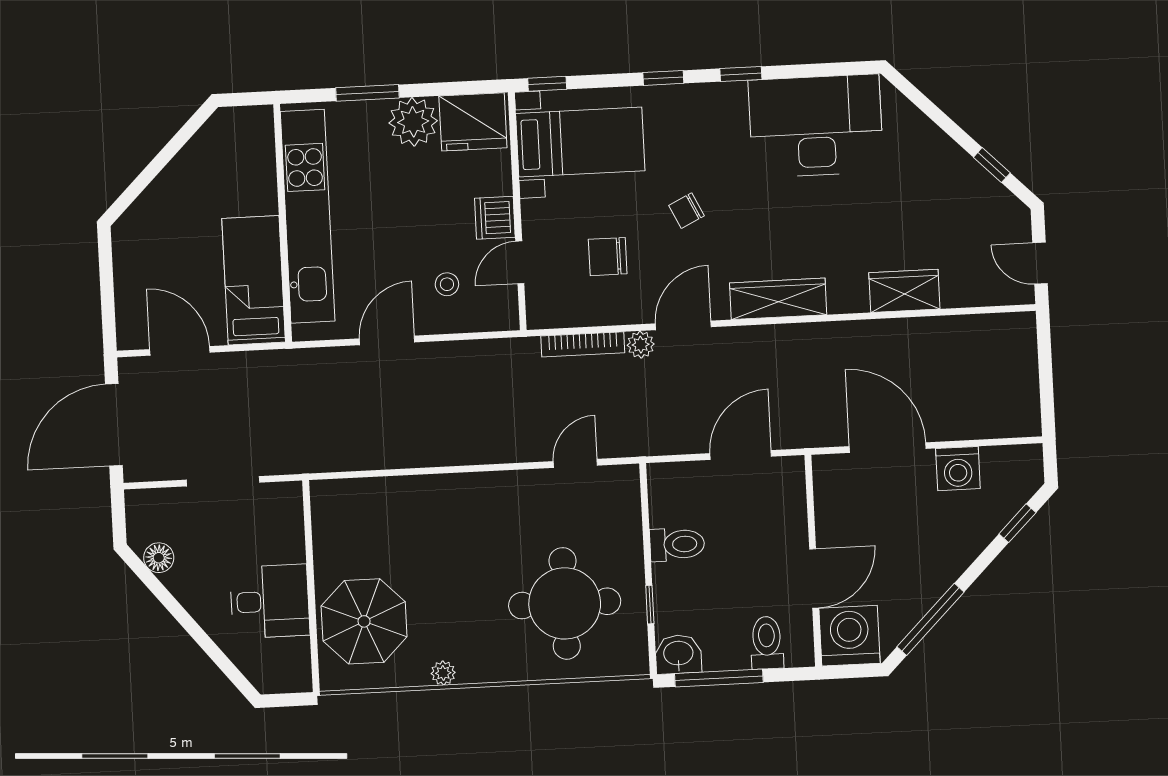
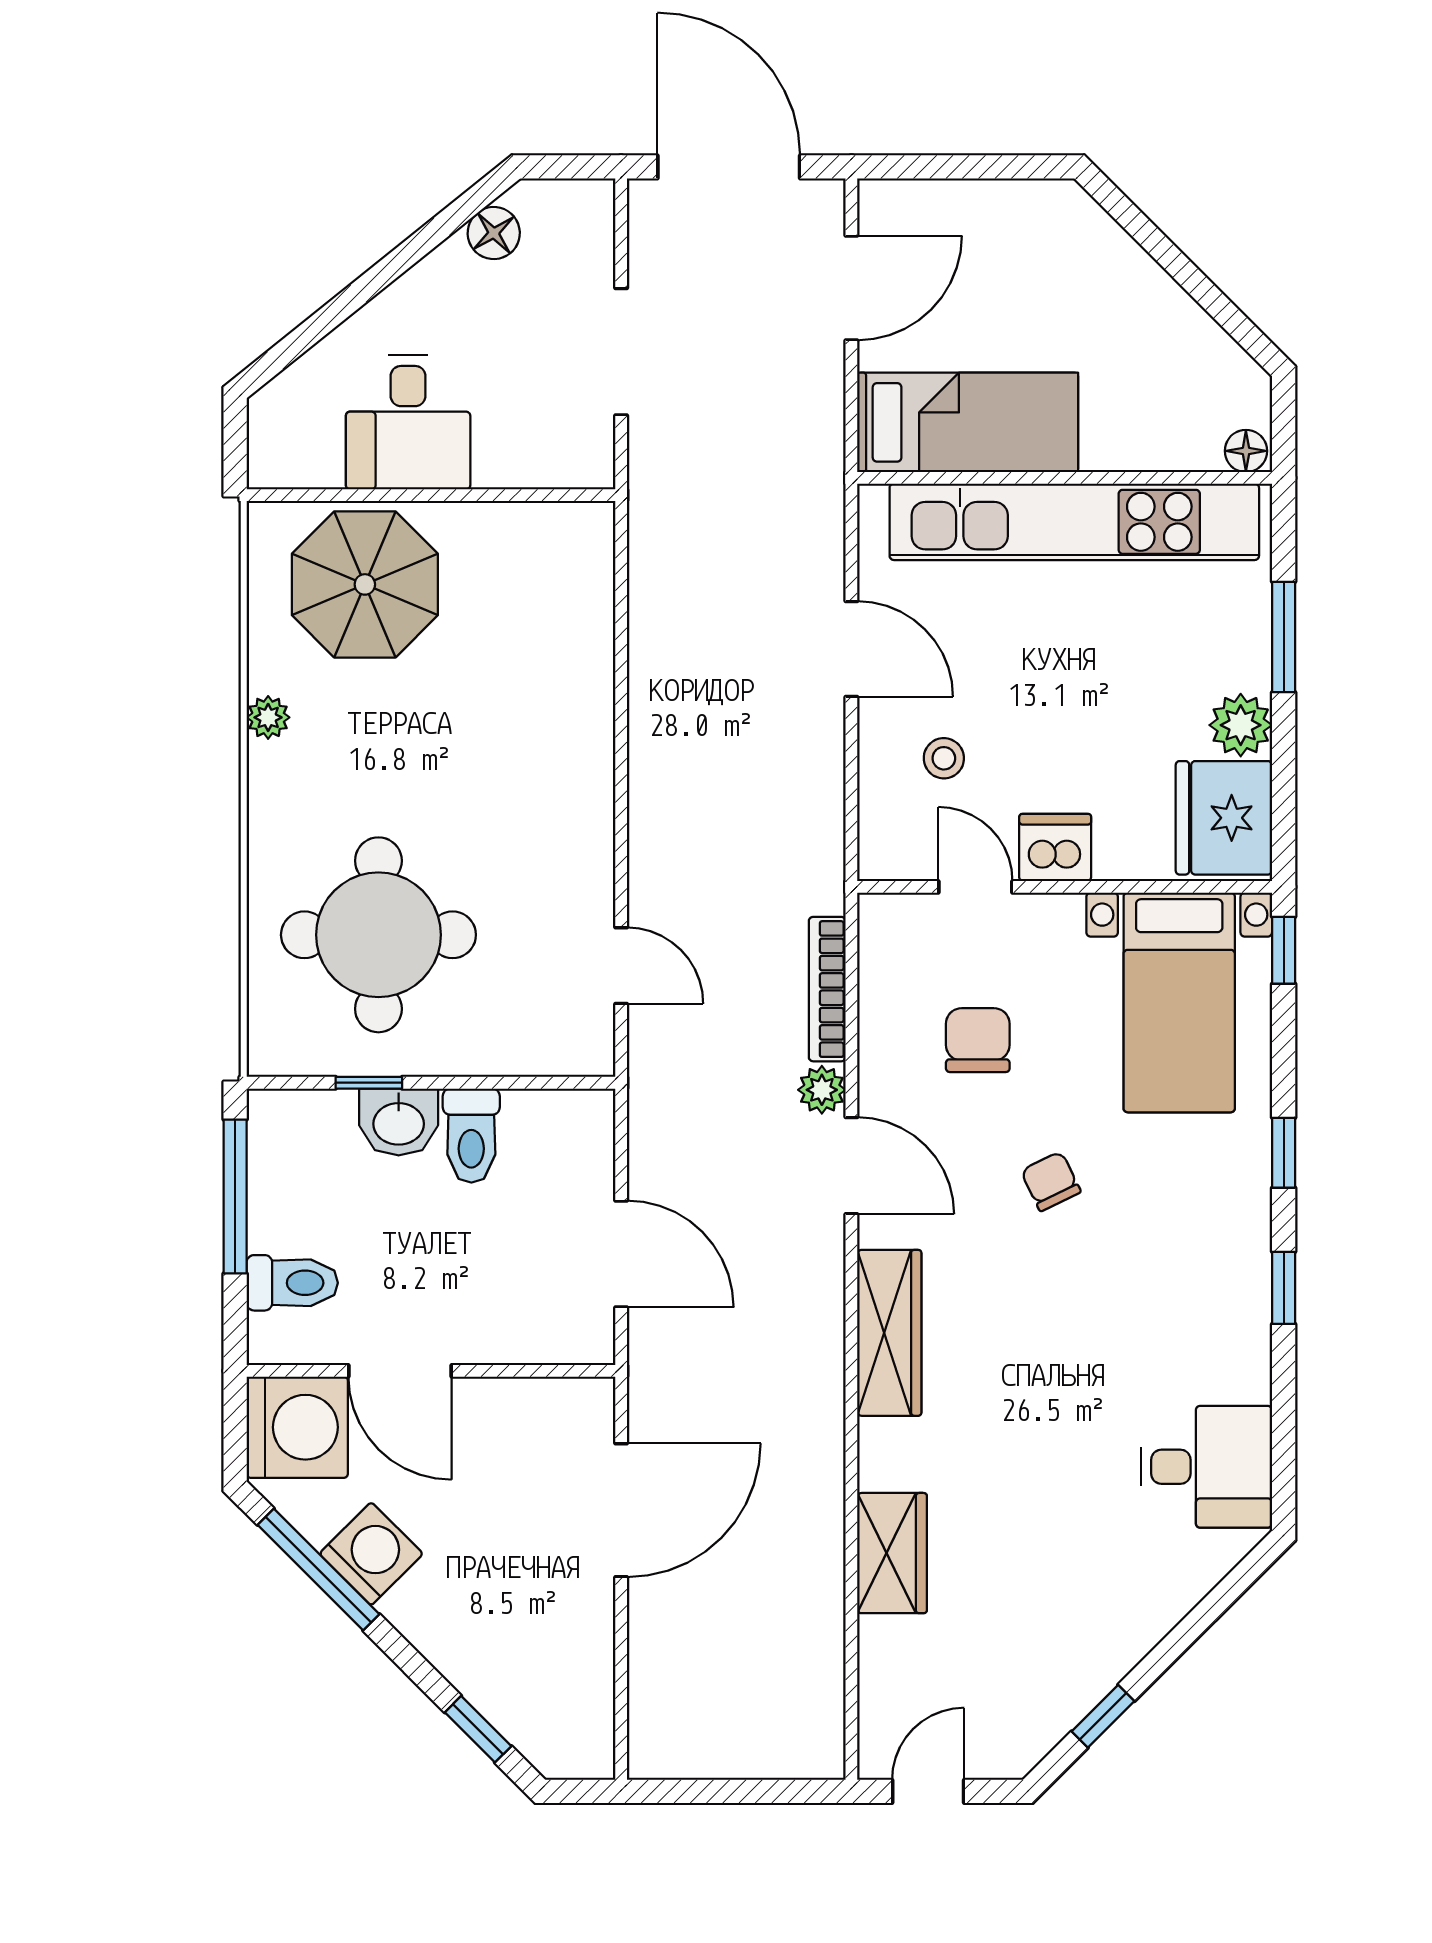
floor lamp: (262, 120) -> (1246, 451), added
plant: (413, 122) -> (1241, 725), width x0.73, depth x0.73
desk: (816, 126) -> (1206, 1467), width x0.53, depth x0.77
washing machine: (958, 469) -> (371, 1554), moved, turned 135
washbasin: (678, 654) -> (399, 1122), moved, turned 90

